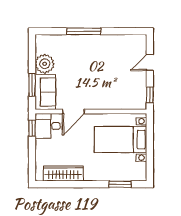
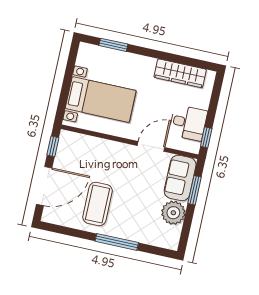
coffee table: (105, 58) -> (98, 204), added
door: (150, 62) -> (44, 186), width x1.88
desk: (49, 126) -> (188, 123), moved

